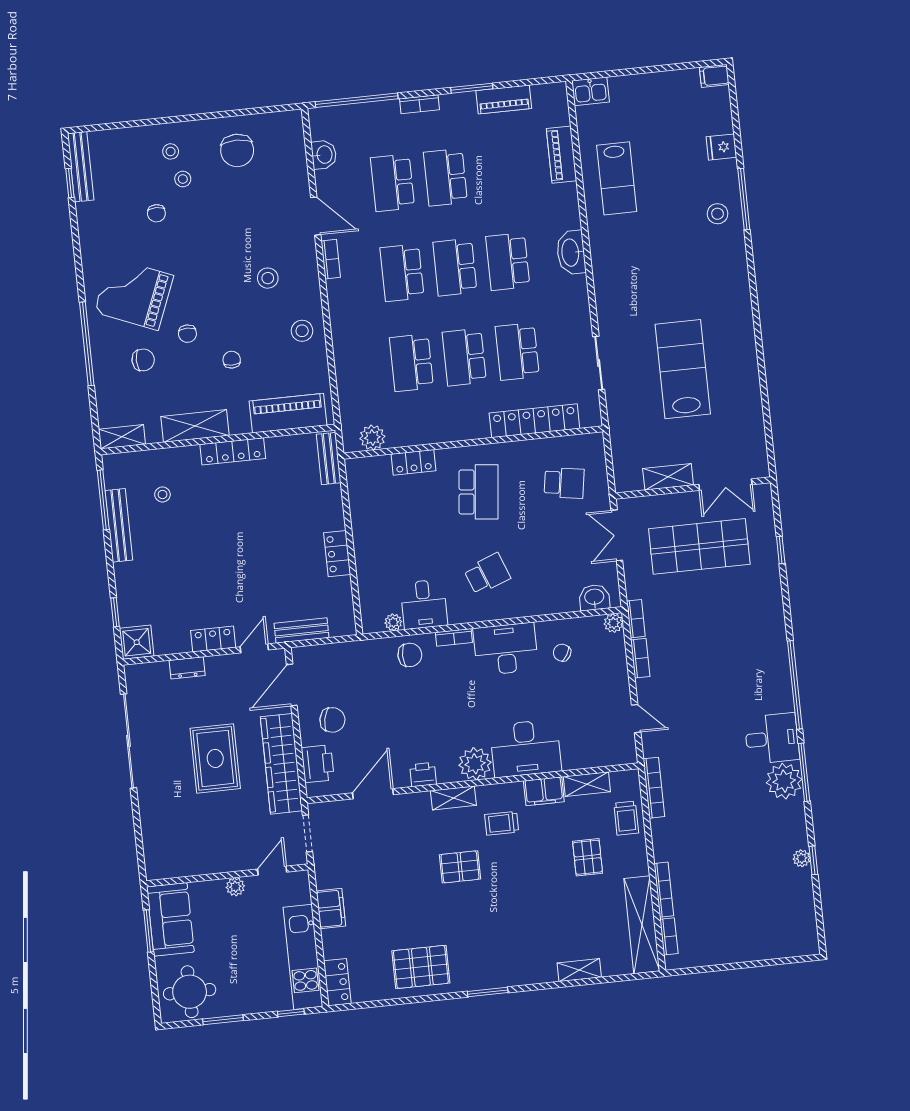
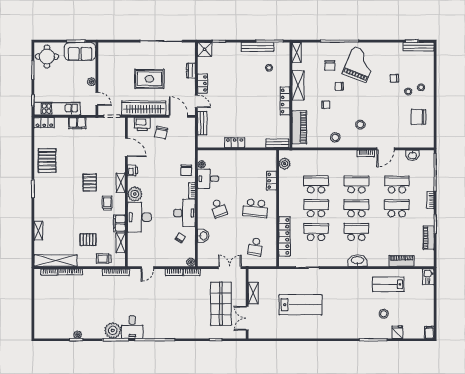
stool: (718, 214) -> (384, 314), moved
washbasin: (594, 597) -> (203, 236), moved

